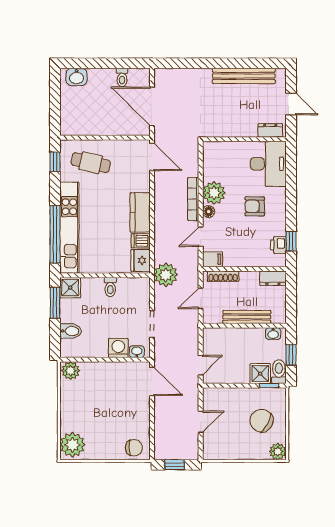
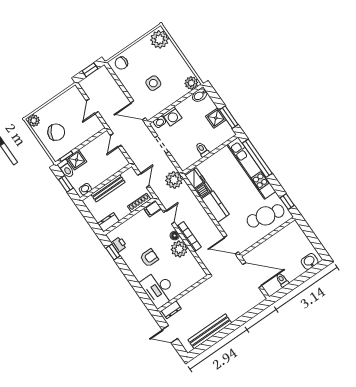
cafe table: (91, 163) -> (266, 216), width x1.37, depth x1.35
shower: (70, 288) -> (216, 118), moved
bidet: (71, 331) -> (200, 95), moved
side table: (114, 400) -> (153, 83), added

